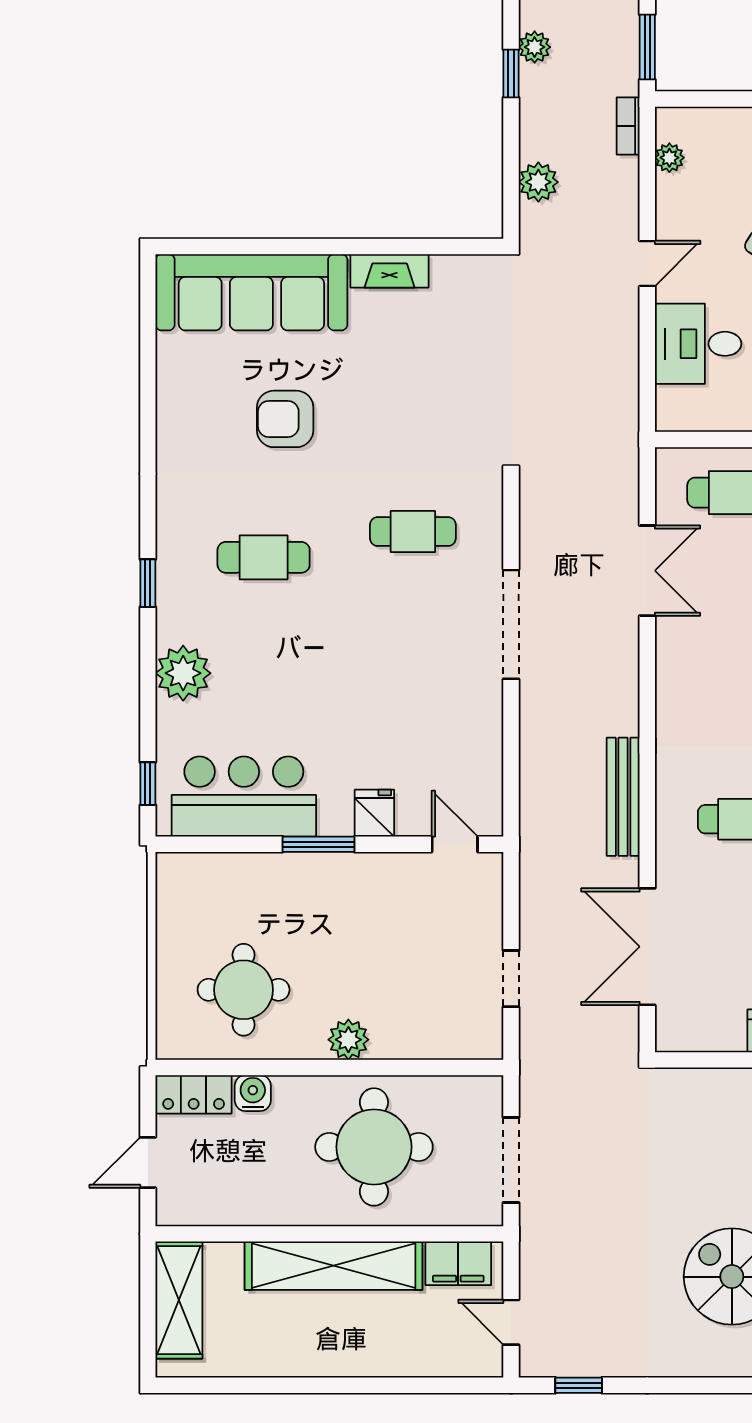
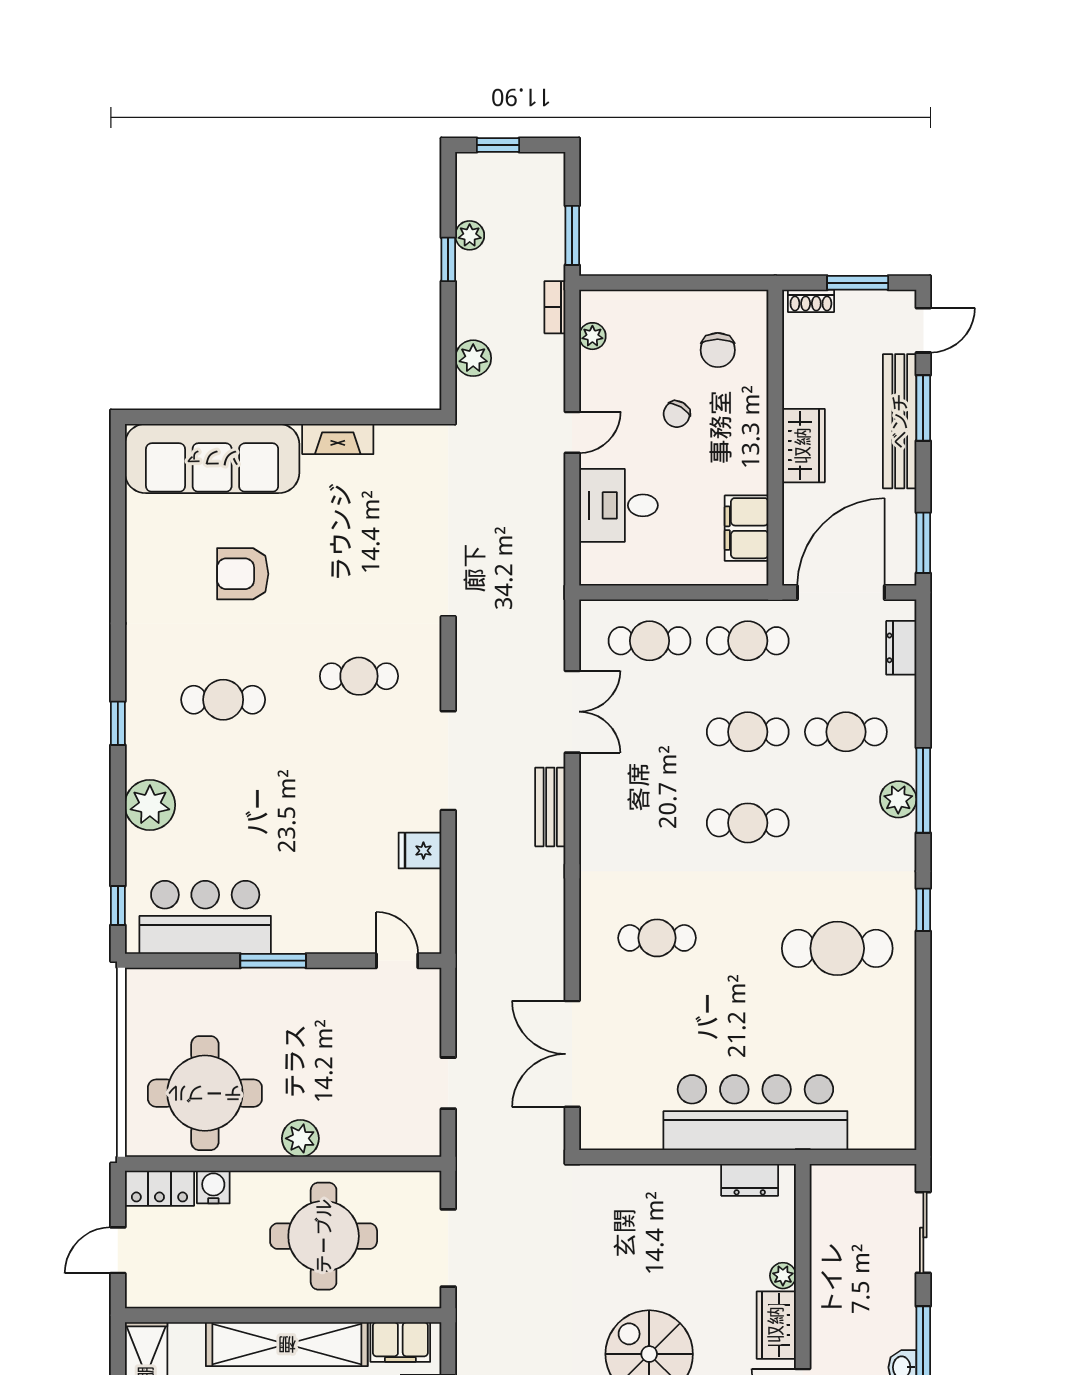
bench: (623, 797) -> (550, 807), moved, width x0.73
fridge: (374, 813) -> (420, 851), moved, turned -90
round table: (244, 990) -> (205, 1093), width x1.36, depth x1.36

